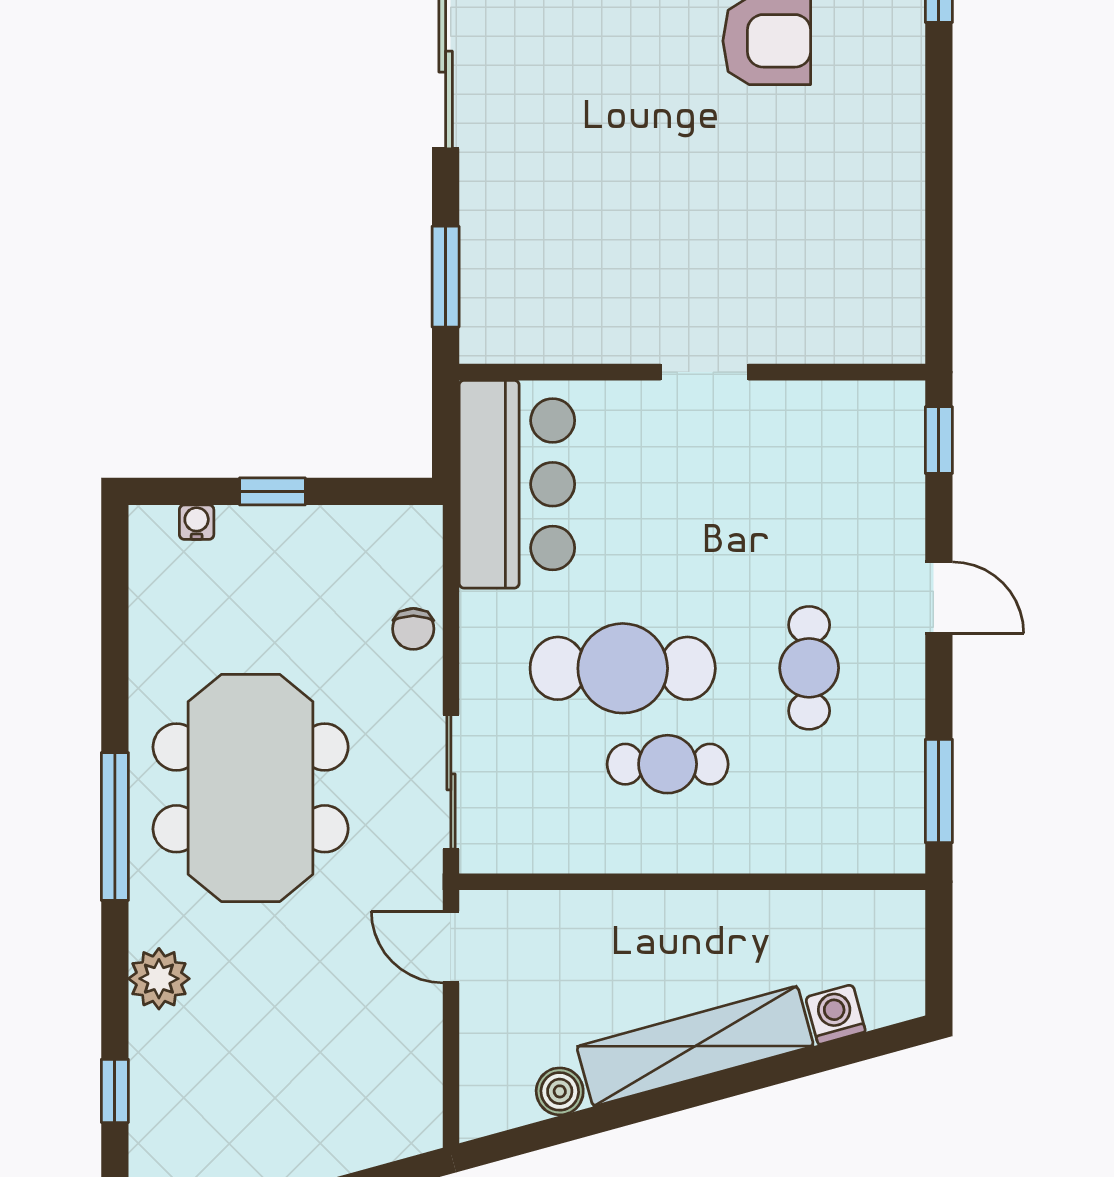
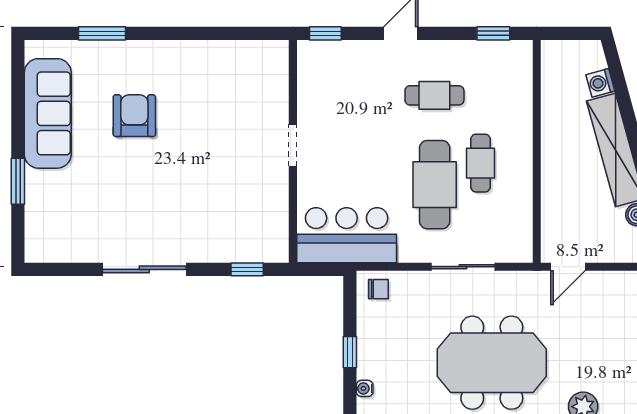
window: (446, 277) -> (247, 269), width x0.67
chair: (413, 629) -> (378, 289), moved
sliding door: (451, 782) -> (463, 267), moved
window: (939, 791) -> (493, 33), width x0.67

